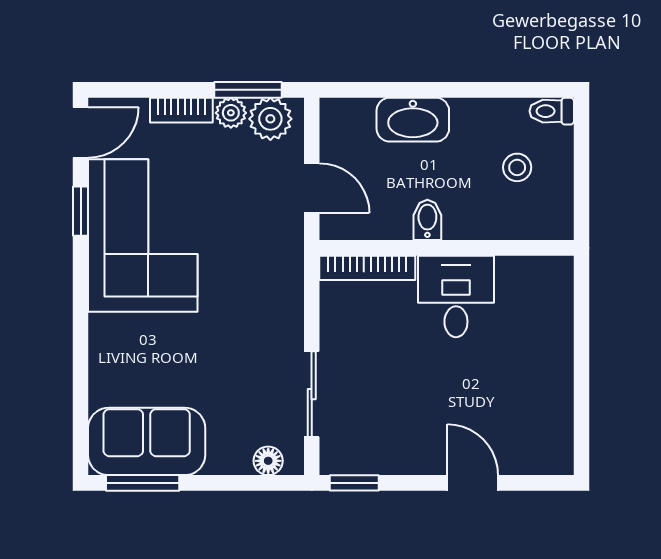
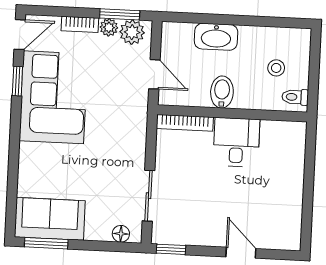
toilet: (552, 111) -> (295, 97), moved
bidet: (427, 220) -> (222, 92), width x1.38, depth x1.36

